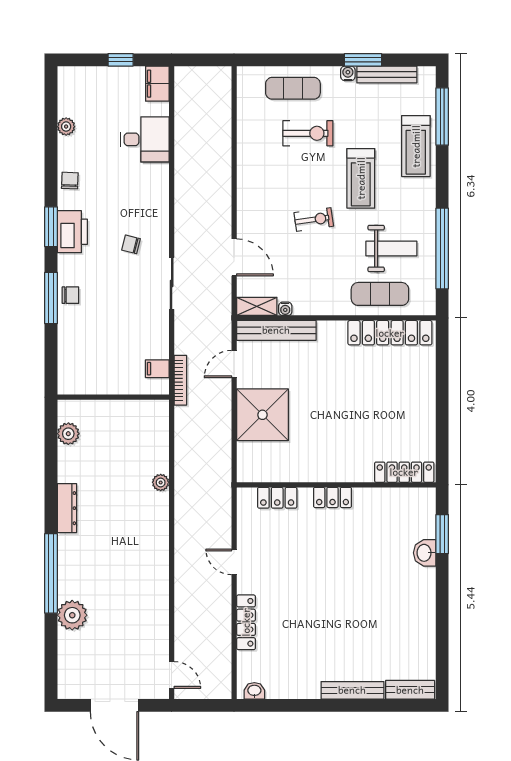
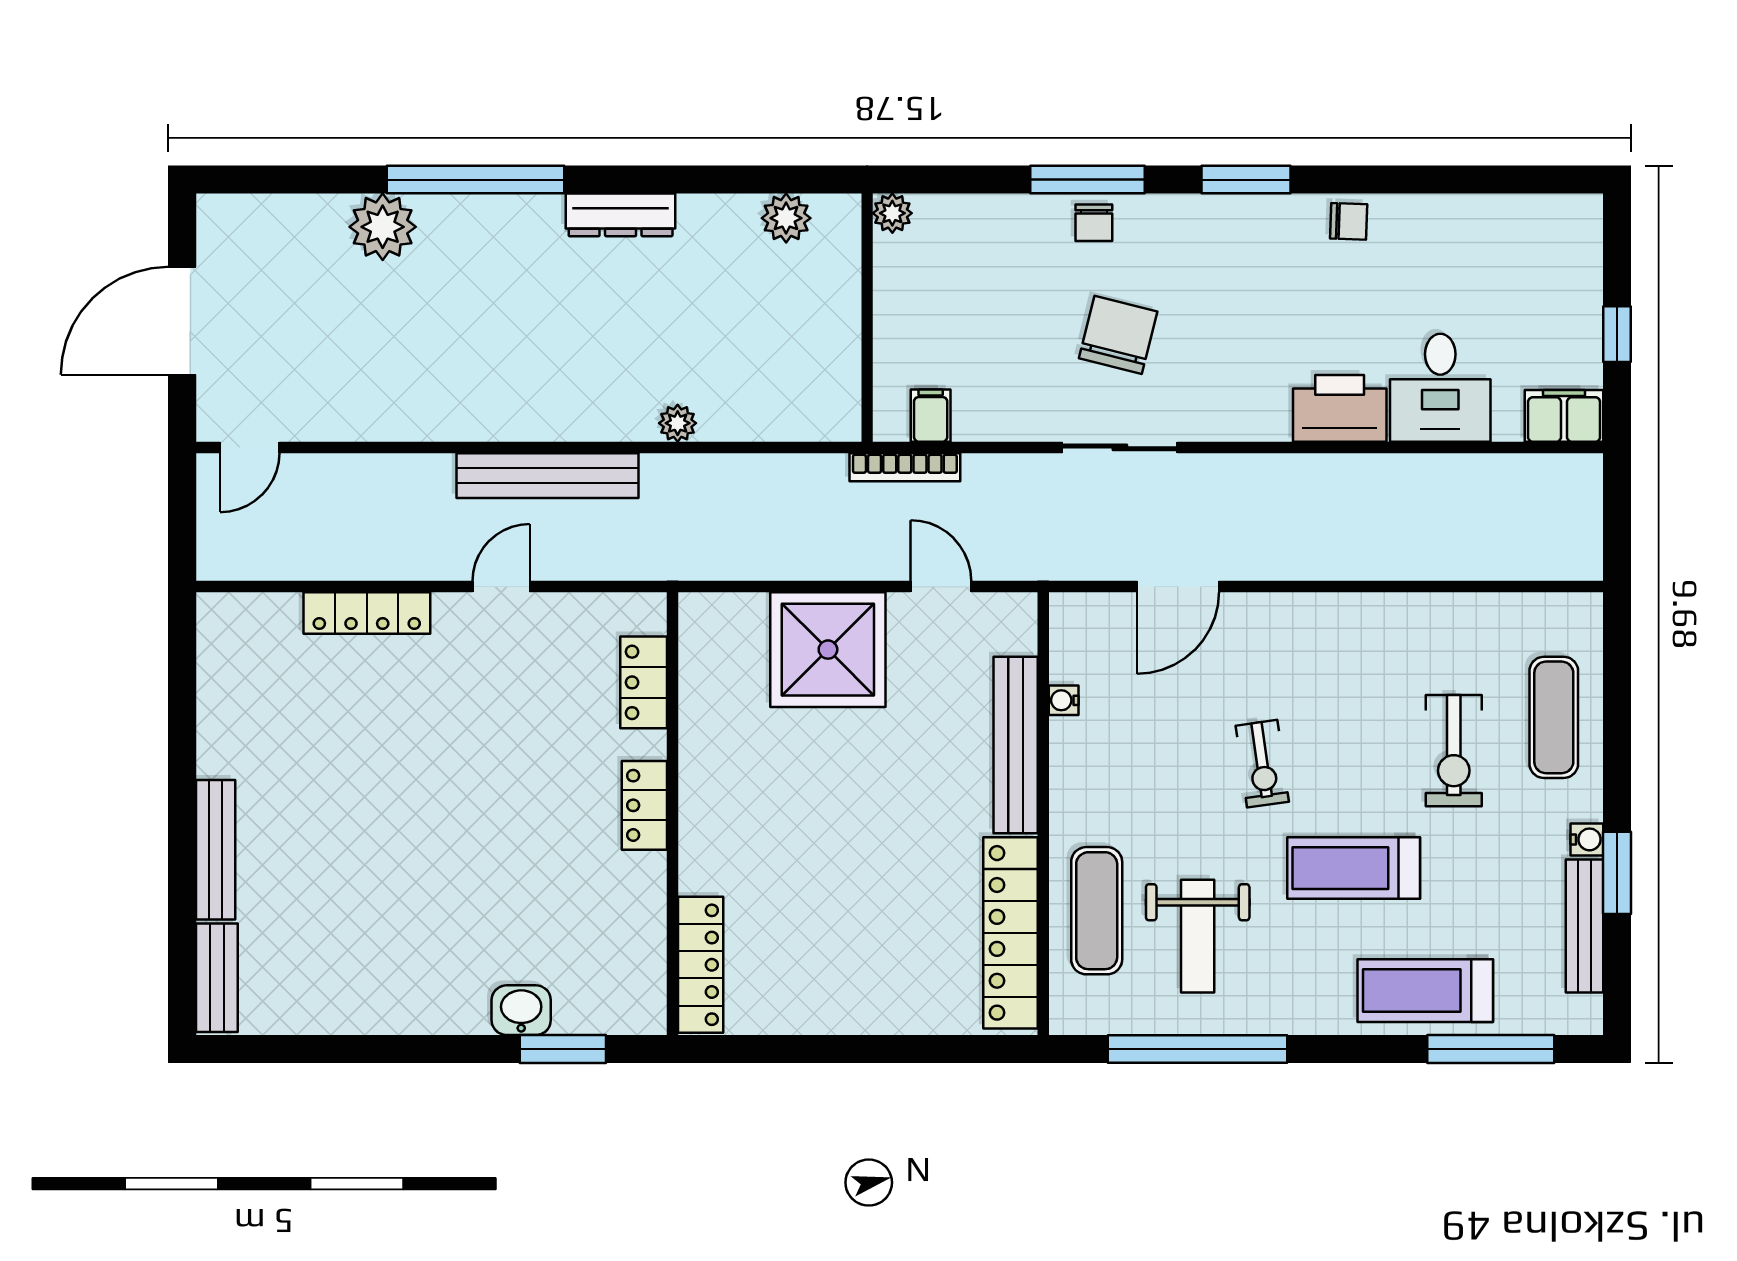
plant: (66, 127) -> (892, 213), moved
printer: (72, 232) -> (1340, 408), moved, turned 180
chair: (131, 244) -> (1118, 335), moved, width x1.87, depth x1.87
shelving: (257, 306) -> (1069, 637), removed
bench: (276, 330) -> (1016, 745), moved
bench: (184, 541) -> (547, 476), added
washbasin: (254, 691) -> (214, 632), removed

